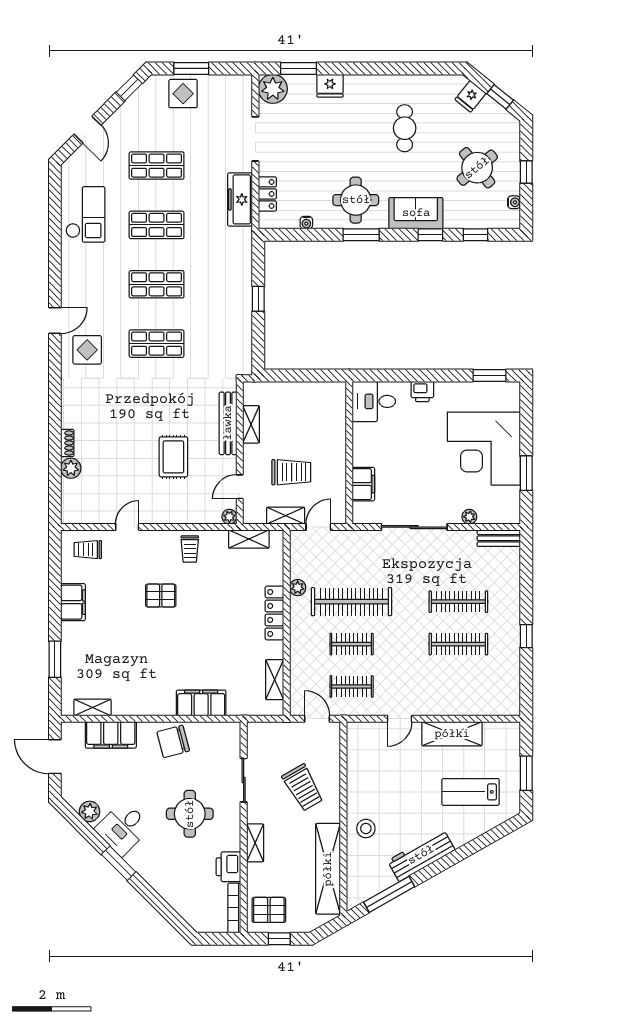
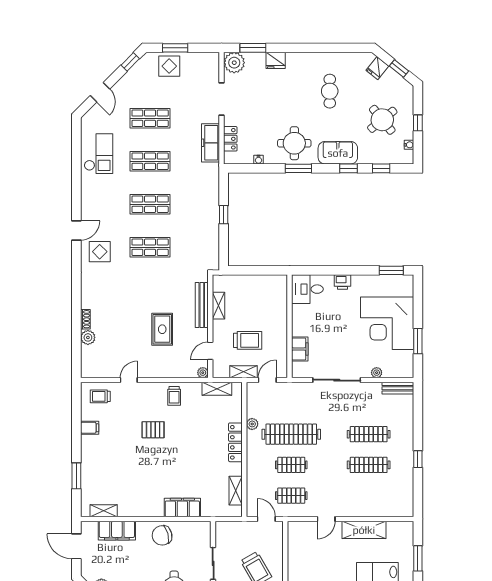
filing cabinet: (73, 602) -> (90, 428), width x0.50

